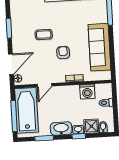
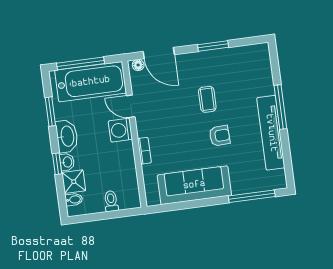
armchair: (63, 53) -> (220, 136), moved
washing machine: (87, 92) -> (120, 130), moved

